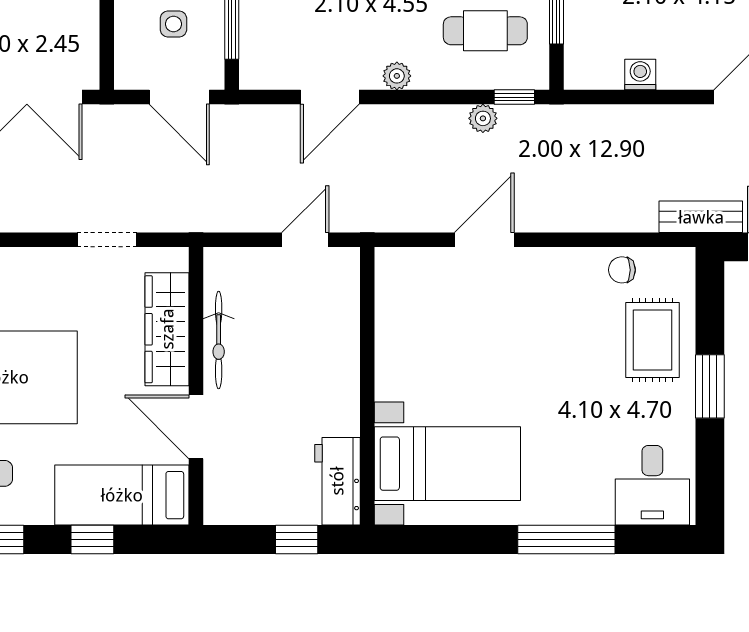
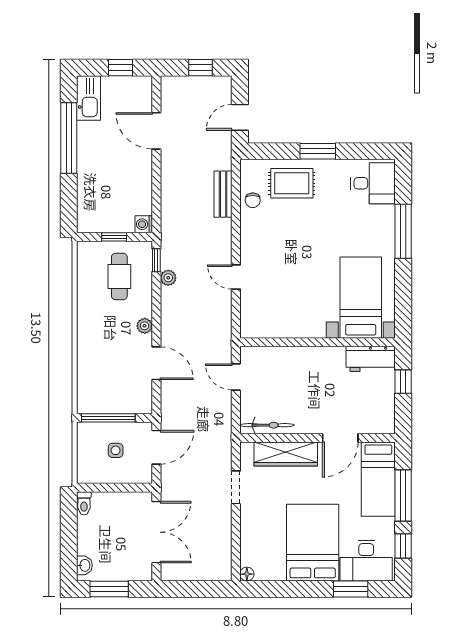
washing machine: (640, 74) -> (144, 224), moved
bench: (701, 217) -> (223, 194), moved
door: (484, 240) -> (236, 277), width x0.73
bicycle: (219, 340) -> (267, 425), moved
window: (92, 540) -> (403, 496), width x2.17

